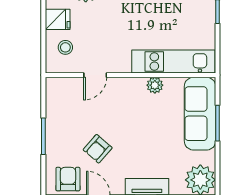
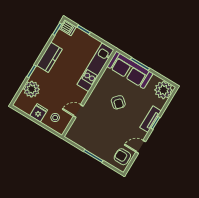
door: (95, 75) -> (78, 111), swing flipped
plant: (155, 85) -> (102, 84), removed
armchair: (98, 149) -> (118, 102), moved

